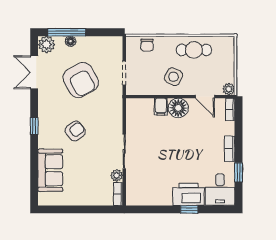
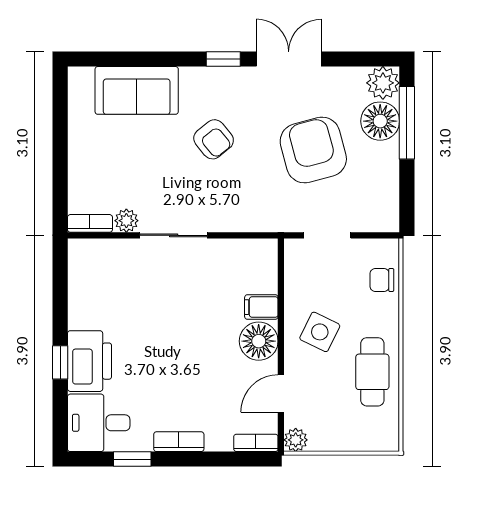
floor lamp: (71, 41) -> (380, 121), width x1.89, depth x1.89
double door: (34, 72) -> (289, 59), moved
armchair: (81, 80) -> (313, 150), turned 104

